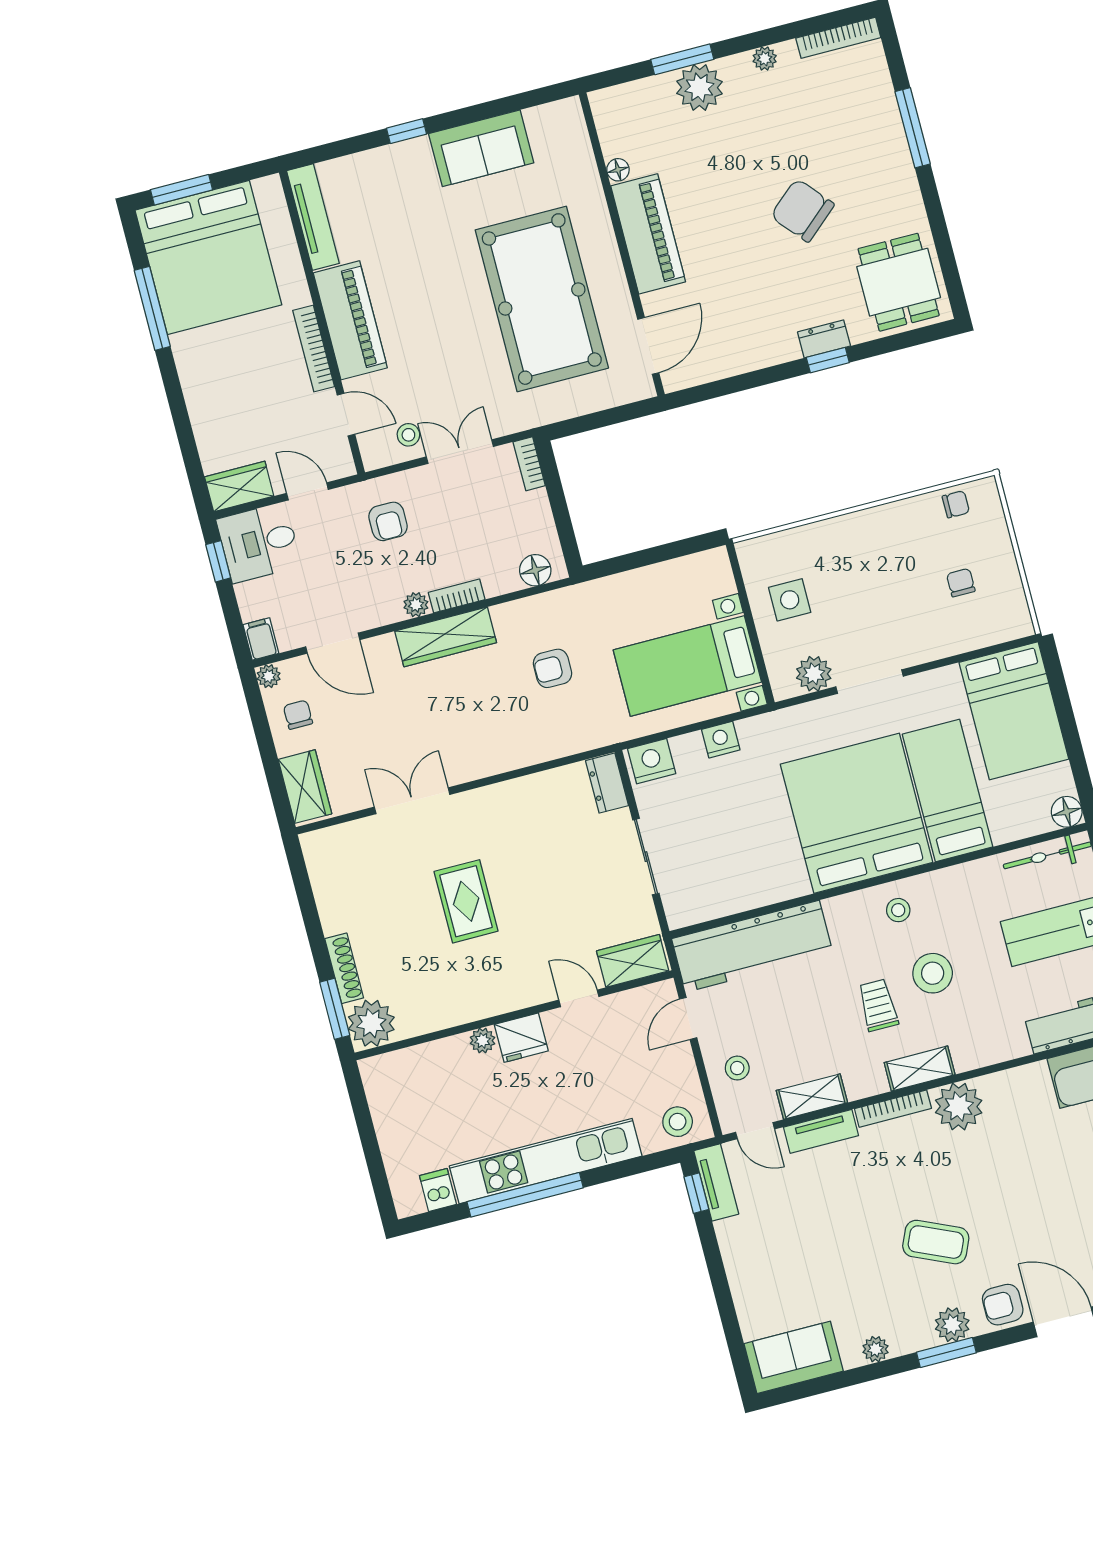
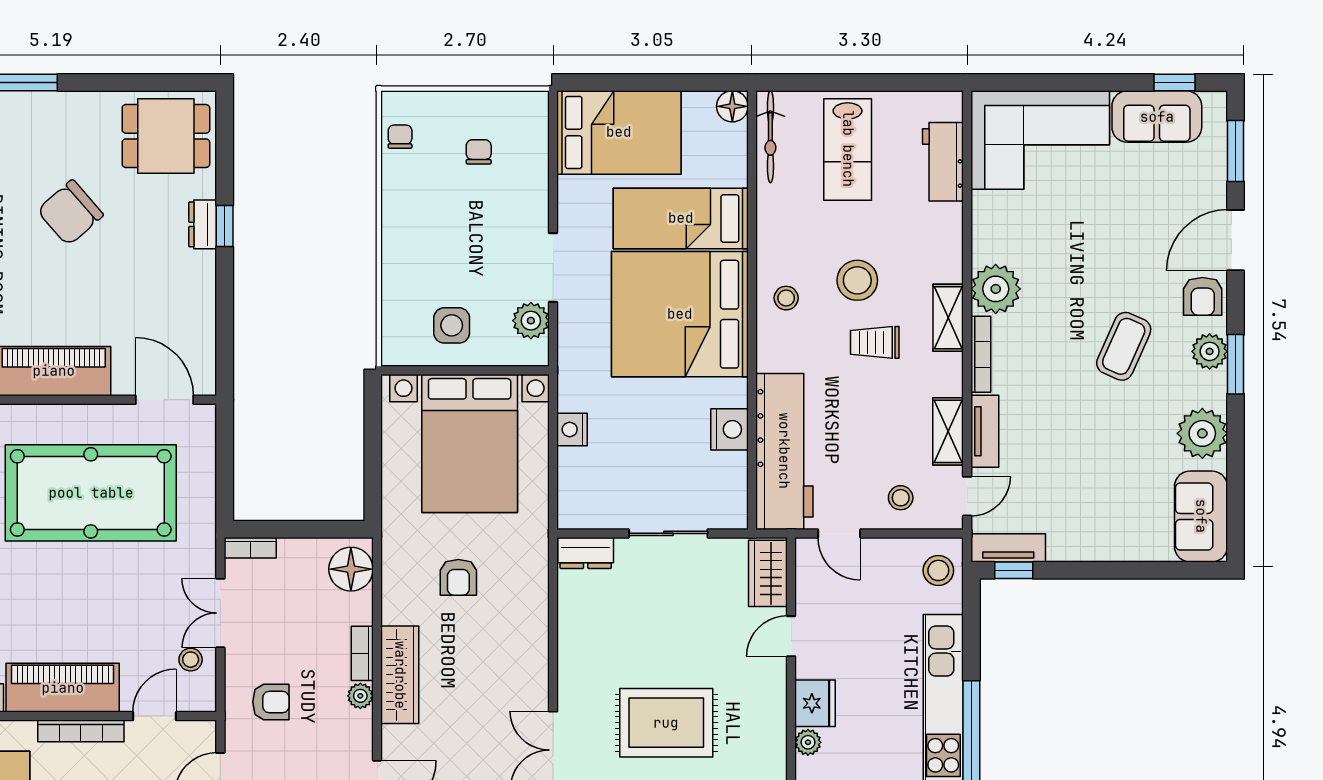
floor lamp: (535, 570) -> (351, 569), width x1.38, depth x1.38
chair: (961, 583) -> (479, 152), turned 90
bed with nightstands: (687, 666) -> (470, 444), width x1.36
nightstand: (652, 761) -> (729, 429), moved, turned 180
rug: (466, 901) -> (666, 723), width x1.36, depth x1.43
plant: (876, 1349) -> (1202, 433), width x1.88, depth x1.88

